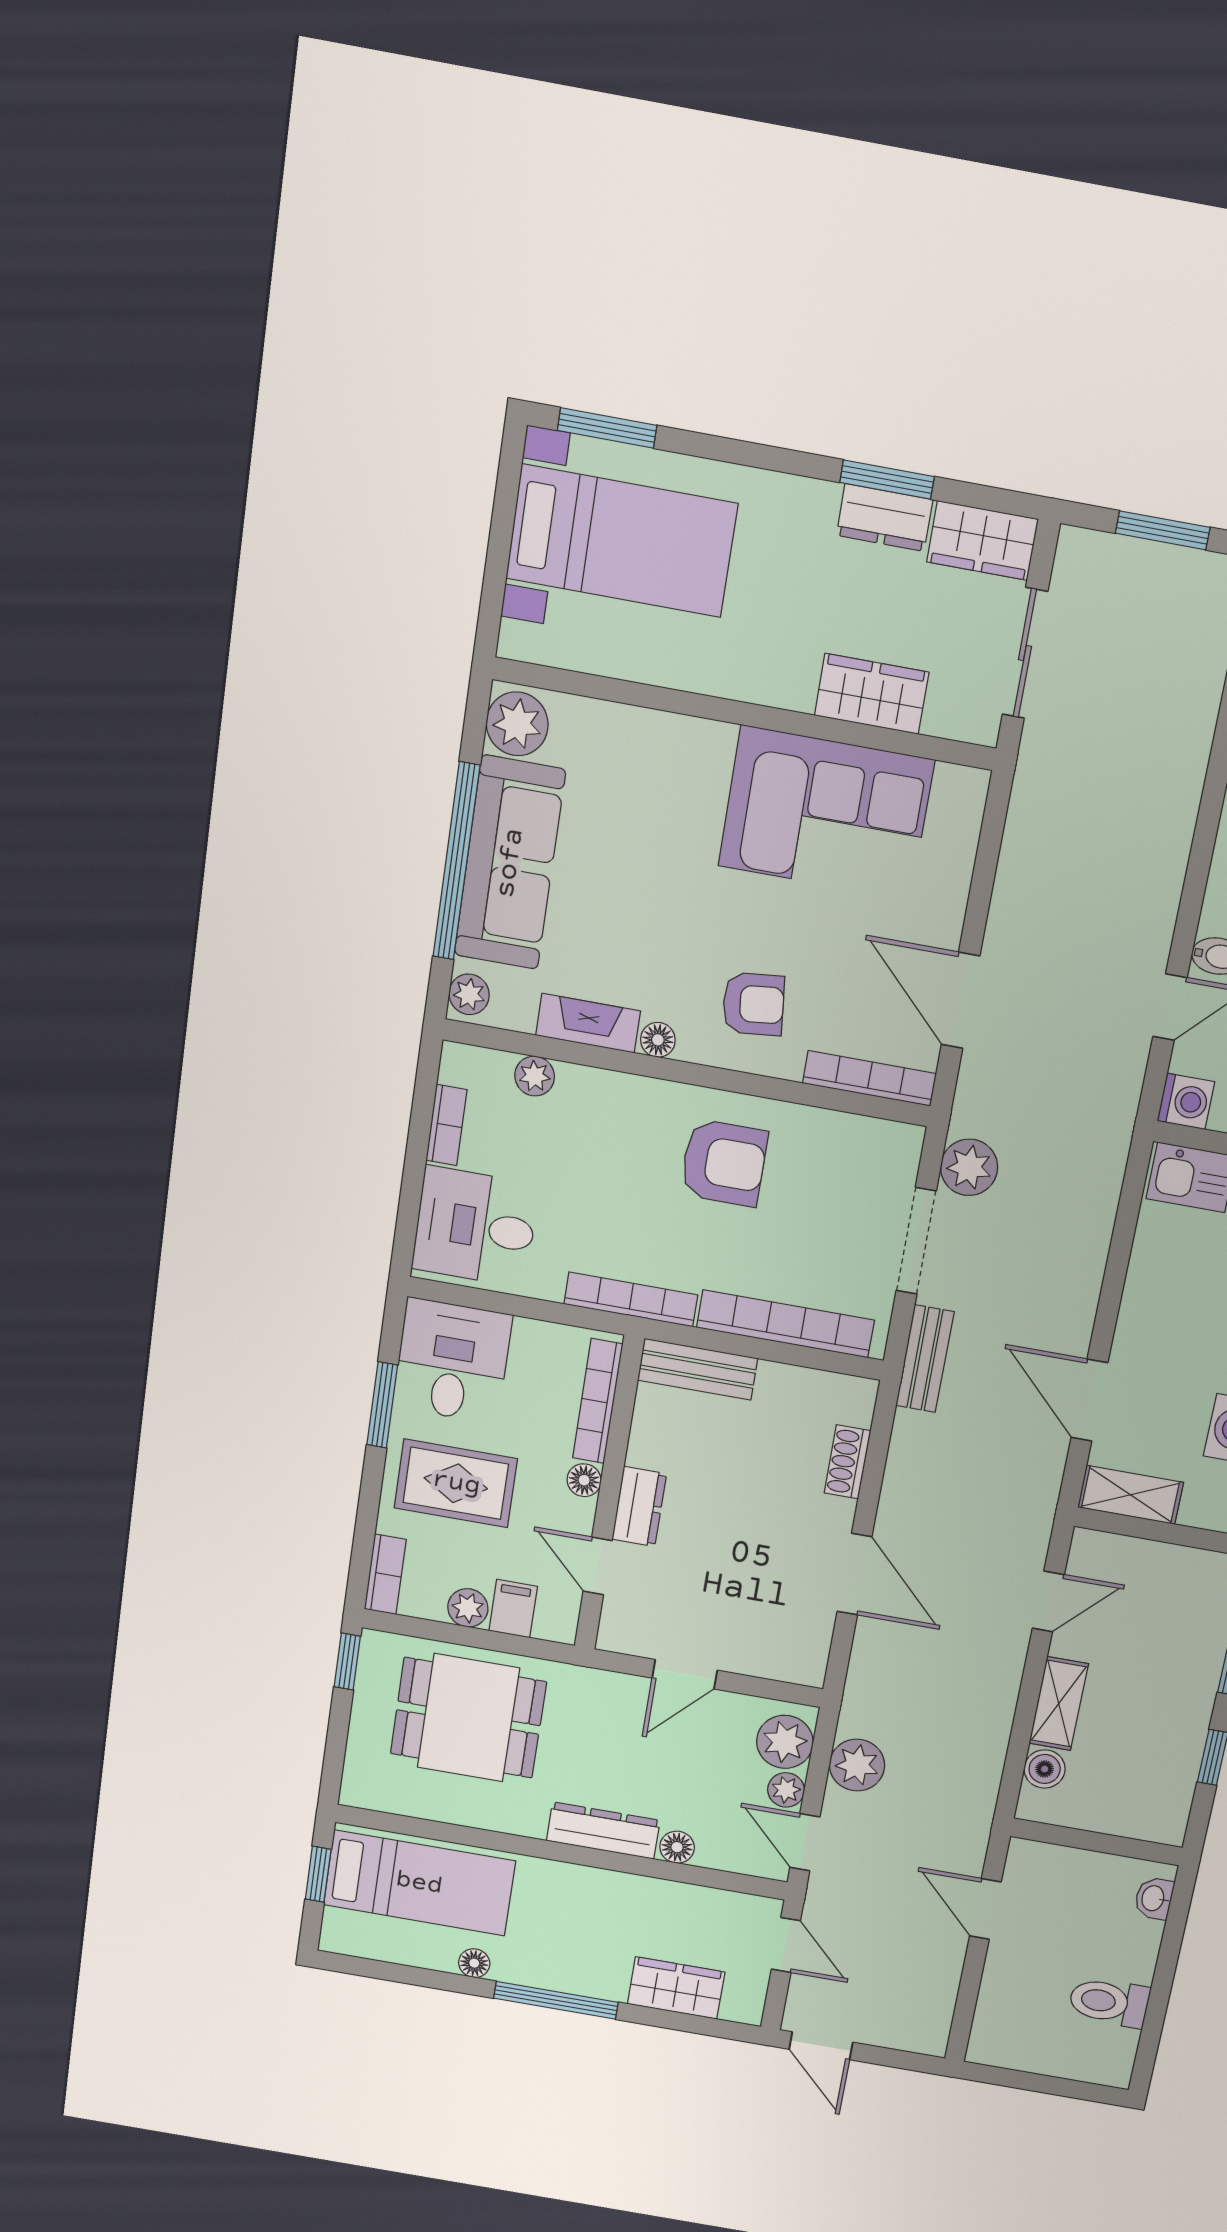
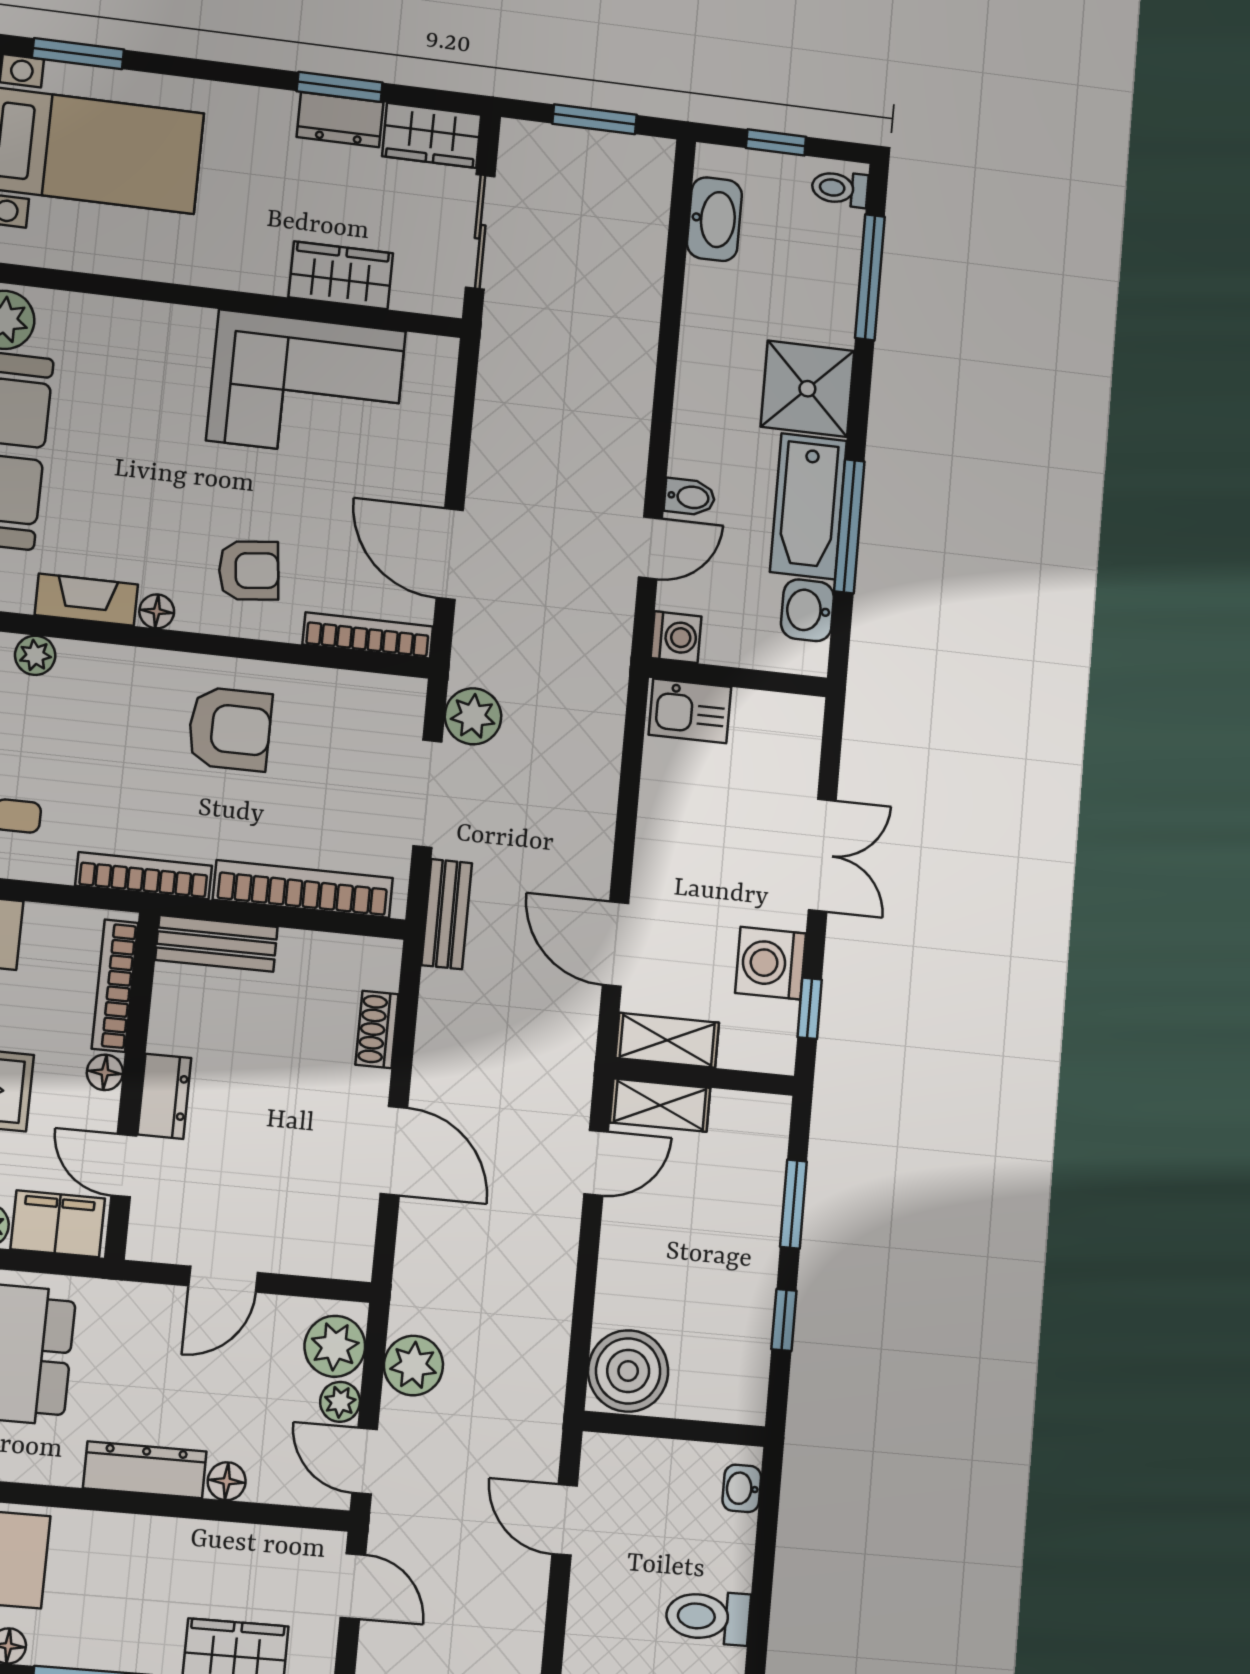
filing cabinet: (513, 1609) -> (58, 1224), width x2.00
shelving: (1059, 1704) -> (660, 1105), moved, turned 90
boiler: (1045, 1769) -> (628, 1371), width x1.86, depth x1.86

